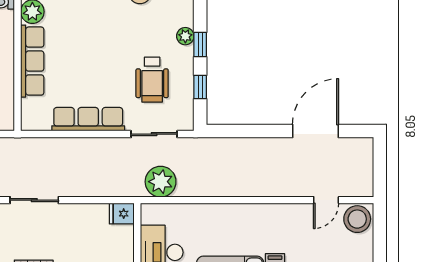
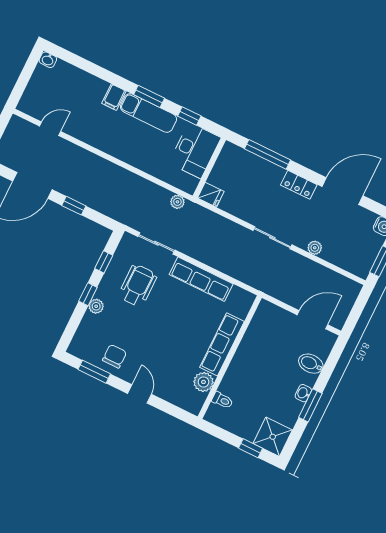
window: (261, 131) -> (74, 206), added
plant: (161, 182) -> (177, 202), width x0.53, depth x0.53
stool: (357, 219) -> (33, 103), removed

